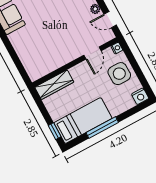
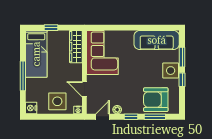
corner sofa: (46, 55) -> (102, 52), added
window: (102, 127) -> (23, 76), moved
window: (55, 131) -> (51, 28), moved

